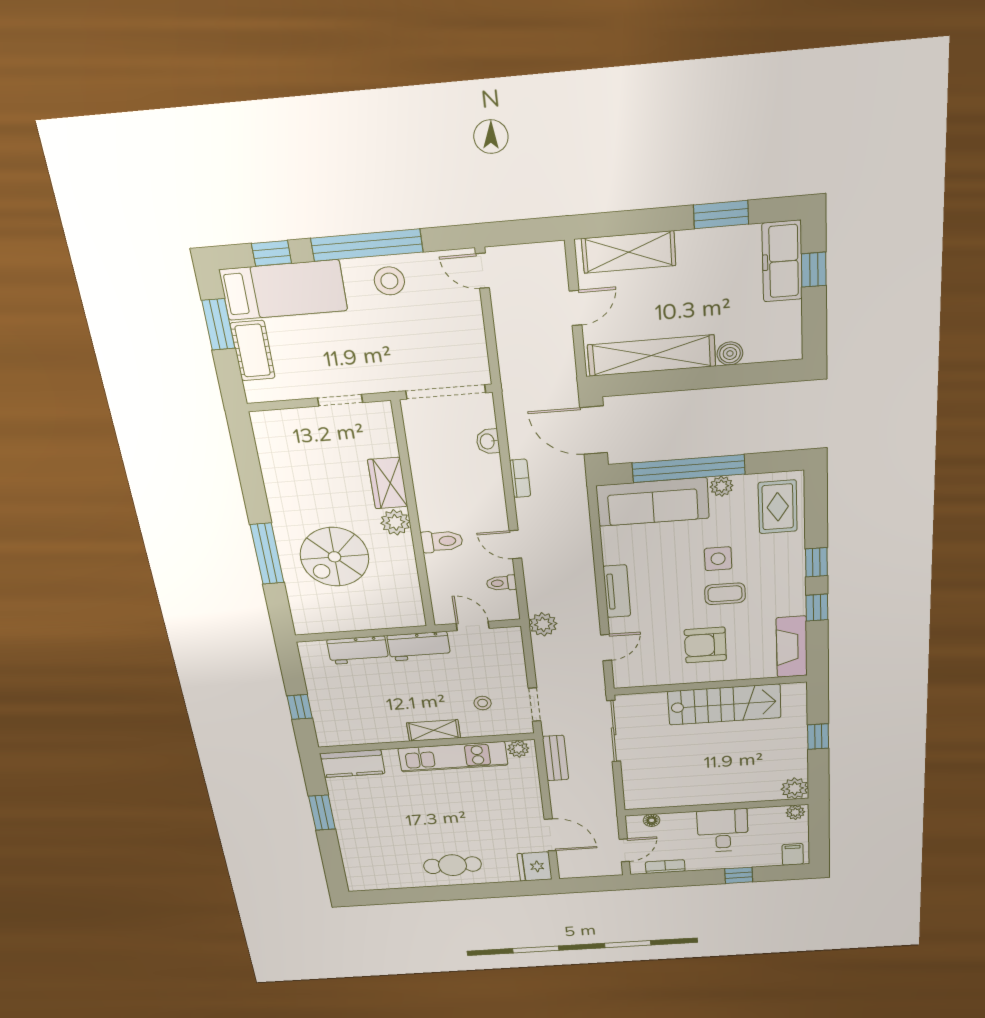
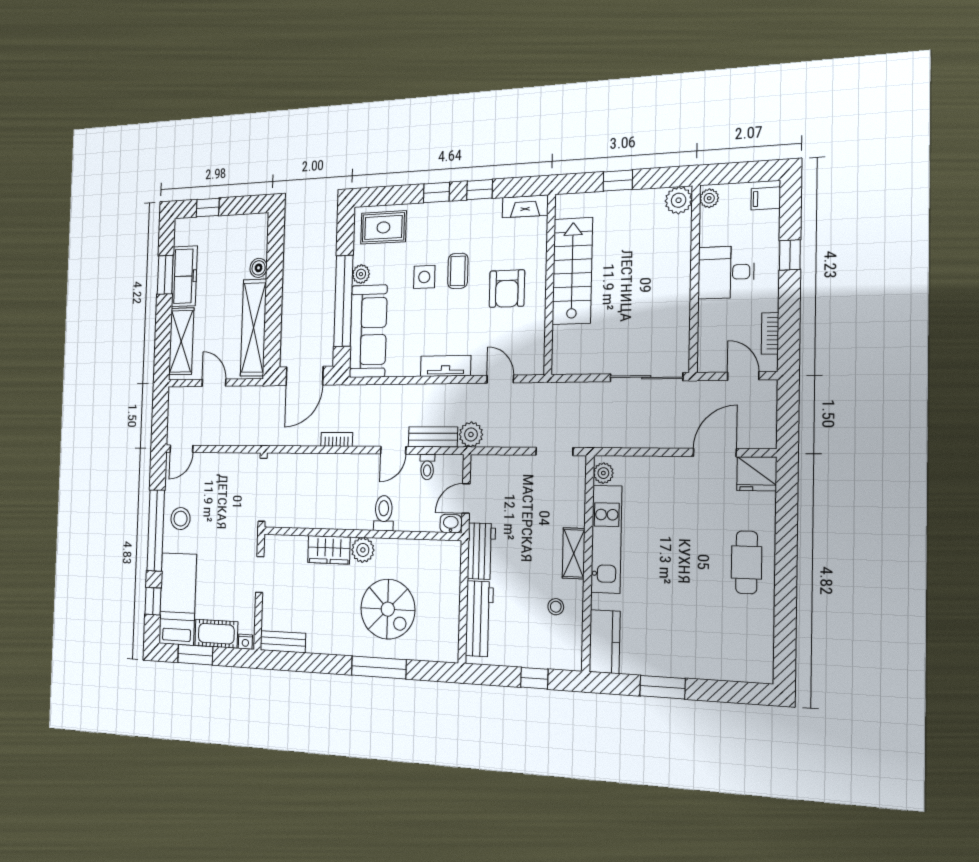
freezer: (782, 261) -> (184, 276), moved, turned -90
nightstand: (253, 391) -> (245, 642), added
bench: (266, 439) -> (283, 642), added
washbasin: (488, 441) -> (451, 524), moved, turned 180
fireplace: (792, 647) -> (525, 206), width x0.73, depth x0.76
workbench: (358, 650) -> (479, 619), width x1.37
stool: (483, 703) -> (556, 607), moved
sliding door: (614, 731) -> (646, 377), moved
bench: (555, 758) -> (433, 437), moved
floor lamp: (652, 820) -> (706, 346), removed

